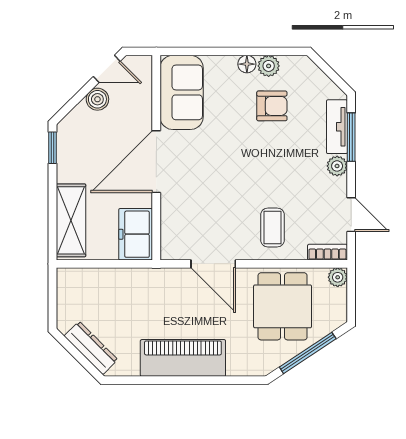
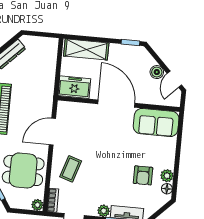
floor lamp: (247, 64) -> (167, 189), moved
coffee table: (272, 227) -> (71, 169), turned -72

